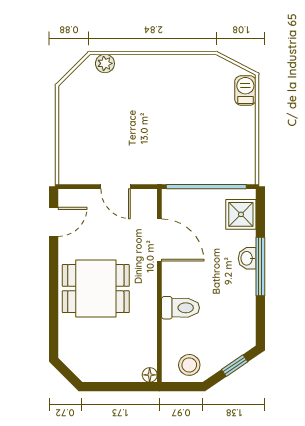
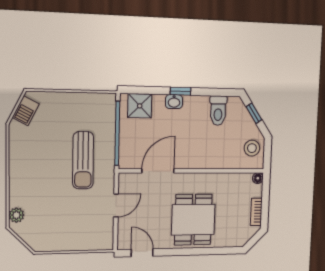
barbecue: (245, 90) -> (26, 111), moved, turned -63
sun lounger: (173, 144) -> (83, 160), added
window: (260, 266) -> (181, 91), width x0.46
toilet: (180, 308) -> (218, 111), moved, turned 180
bookcase: (105, 375) -> (256, 212), added

